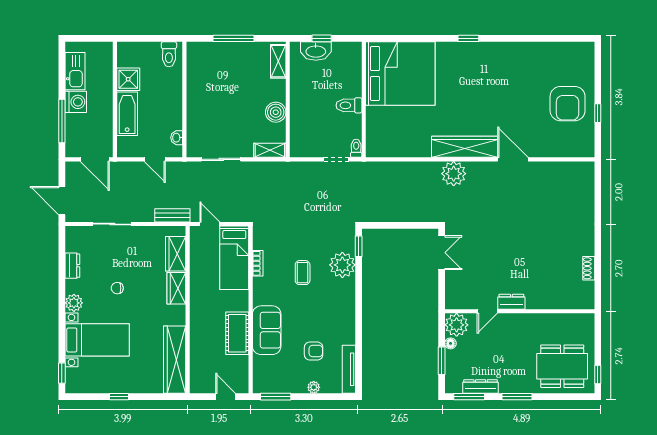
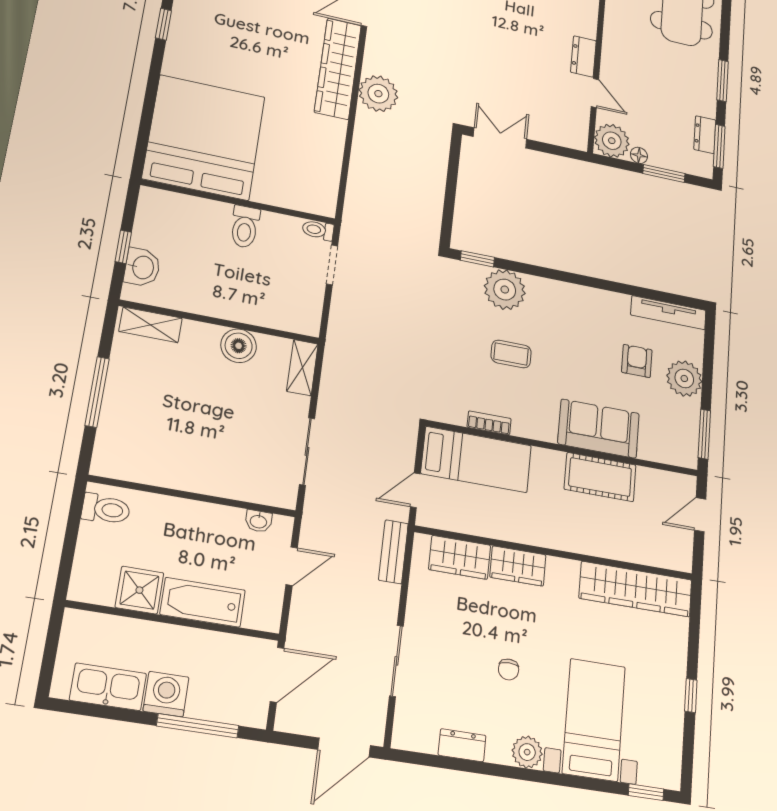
washbasin: (316, 51) -> (142, 267), width x0.72
plant: (314, 387) -> (684, 378), width x1.87, depth x1.87
dresser: (481, 387) -> (705, 135), width x0.70

